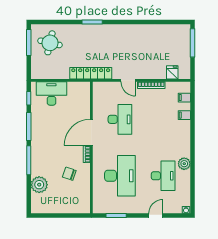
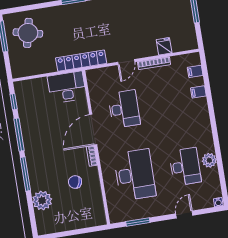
fridge: (172, 72) -> (164, 46), moved
door: (128, 80) -> (126, 62), hinge flipped
desk: (51, 93) -> (67, 87), moved
plant: (184, 164) -> (209, 160), moved

